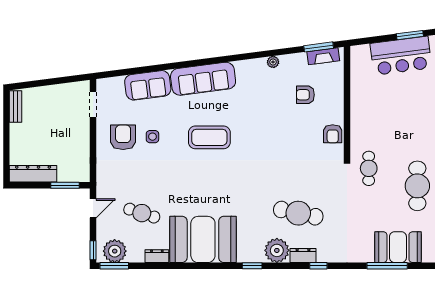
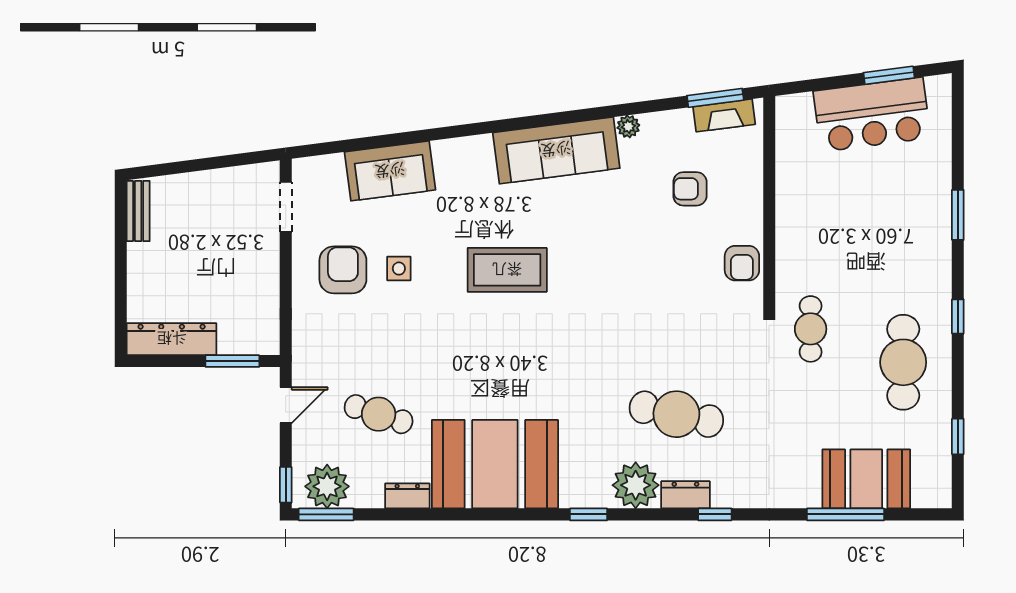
sofa: (203, 79) -> (556, 150), moved

